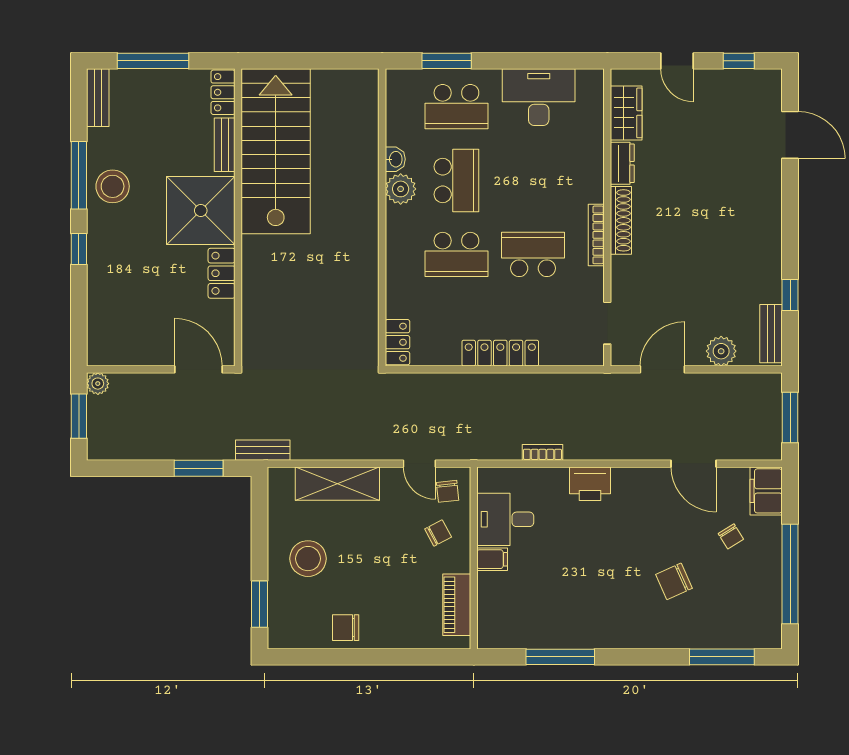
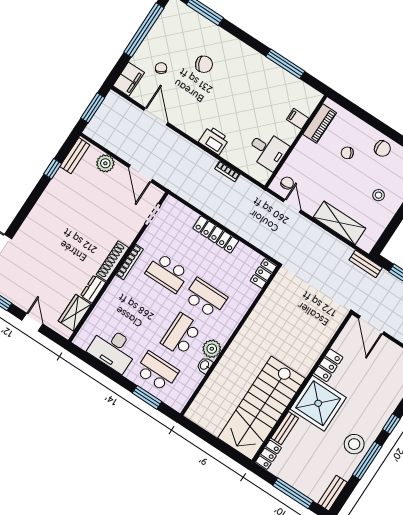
door: (662, 369) -> (141, 173), hinge flipped
chair: (438, 533) -> (347, 153), moved
stool: (308, 559) -> (379, 195), width x0.53, depth x0.53
filing cabinet: (492, 559) -> (298, 119), moved

